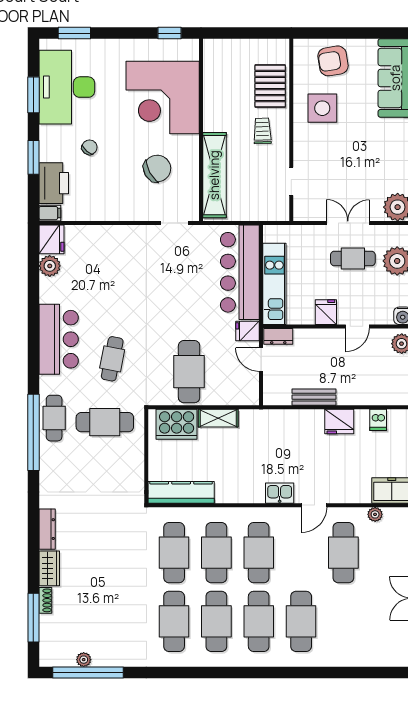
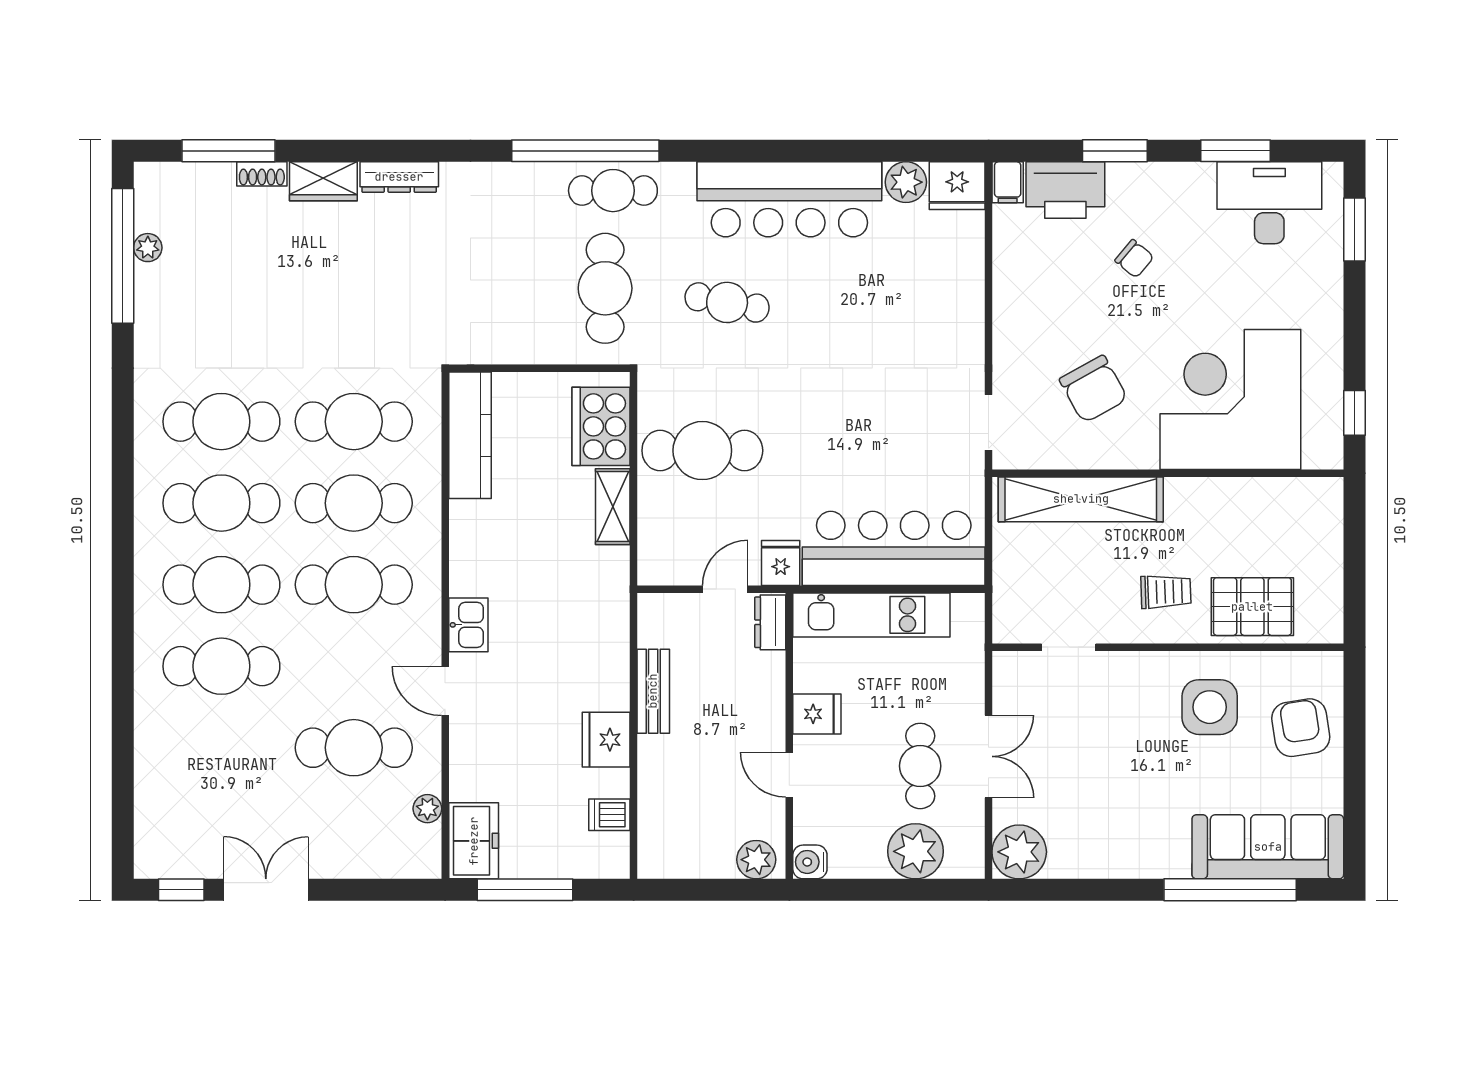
desk: (67, 87) -> (1269, 203), width x0.73, depth x0.77
bar counter: (59, 339) -> (789, 199), width x1.36

